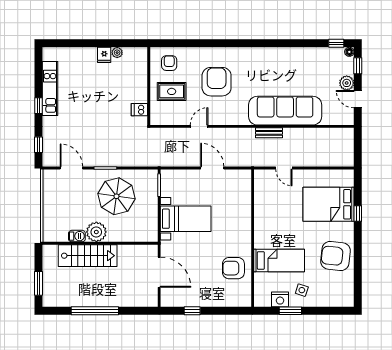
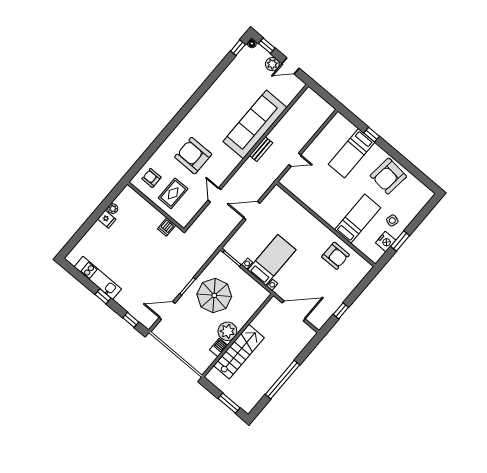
bed: (329, 204) -> (352, 153), width x0.67
armchair: (233, 268) -> (336, 256), turned -90

